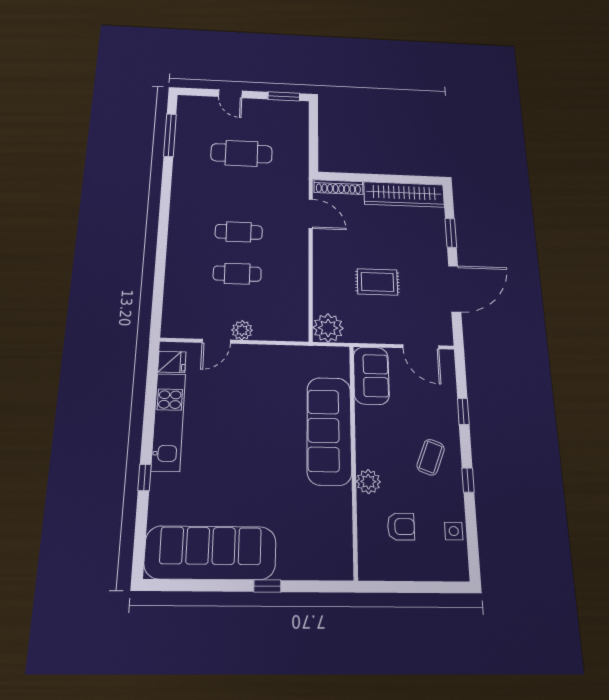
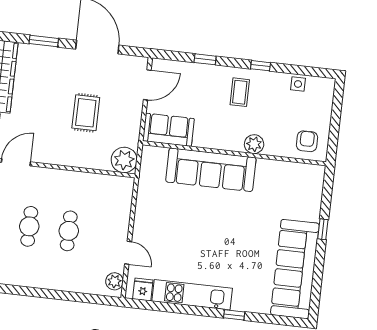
plant: (242, 330) -> (114, 281), moved
coffee table: (431, 457) -> (240, 92), turned 69
armchair: (401, 527) -> (307, 141), moved

